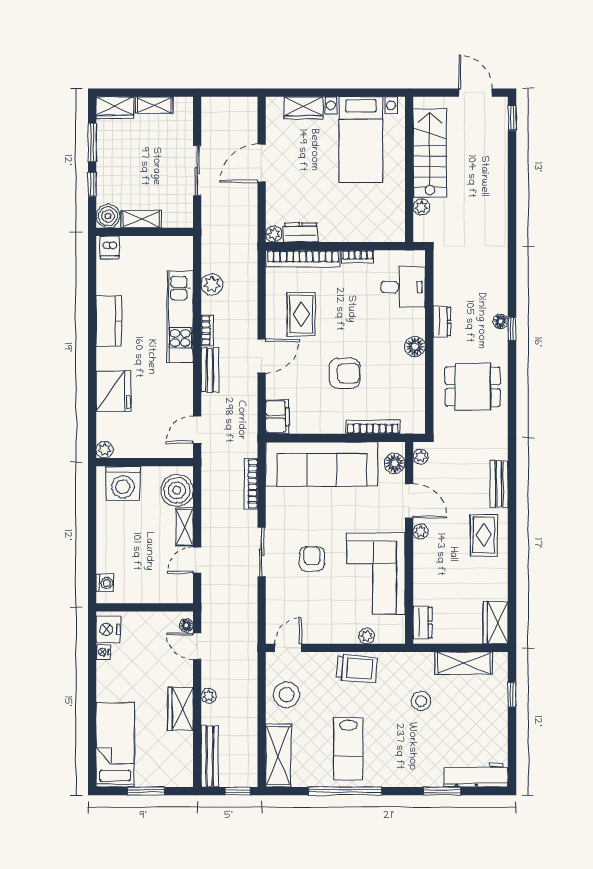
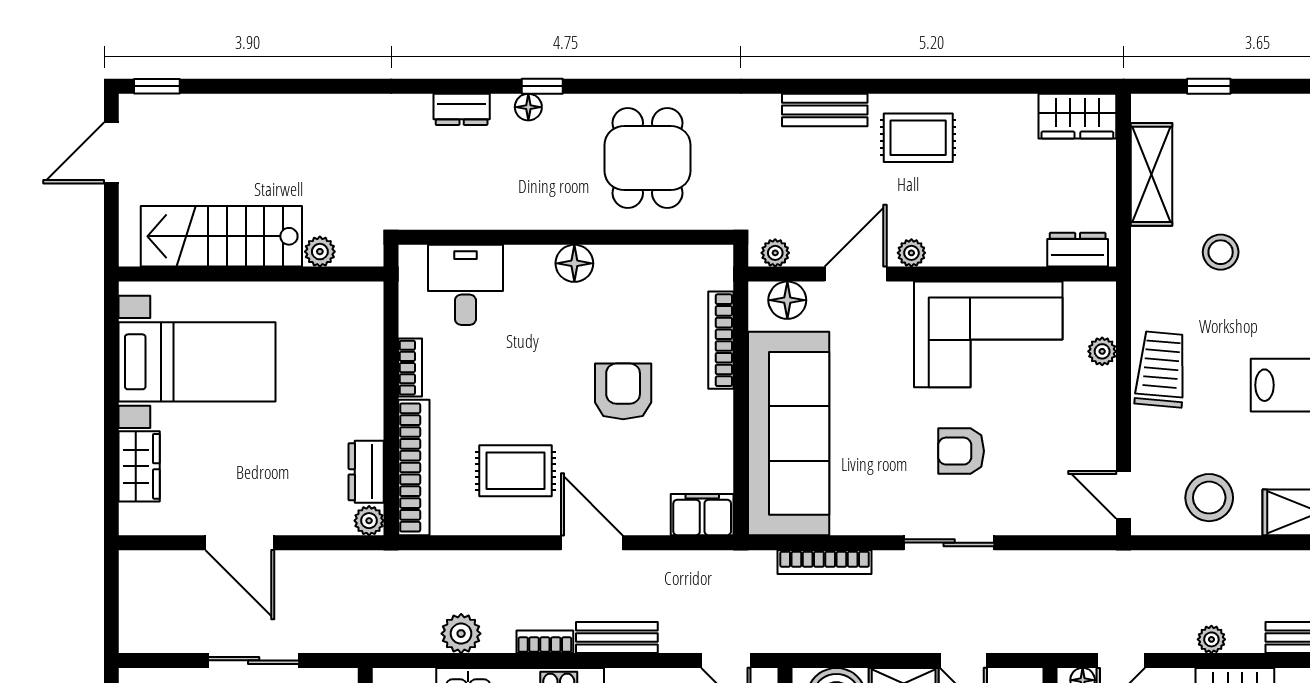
dresser: (442, 322) -> (462, 109), moved, turned 180

